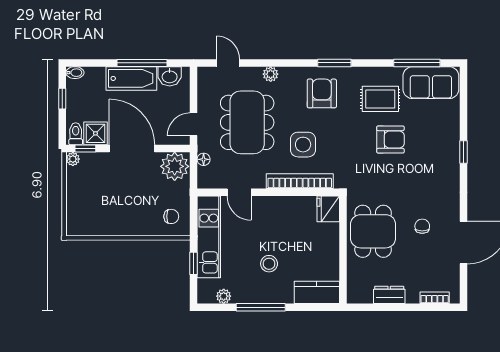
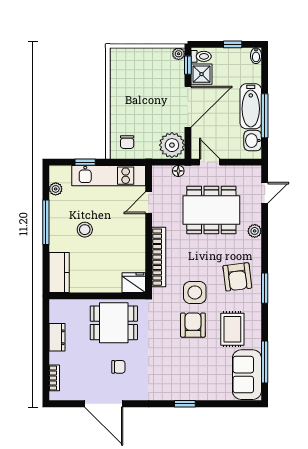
armchair: (322, 93) -> (237, 277), turned 83
armchair: (390, 139) -> (193, 325), moved, turned 180
side table: (303, 145) -> (195, 292), moved

